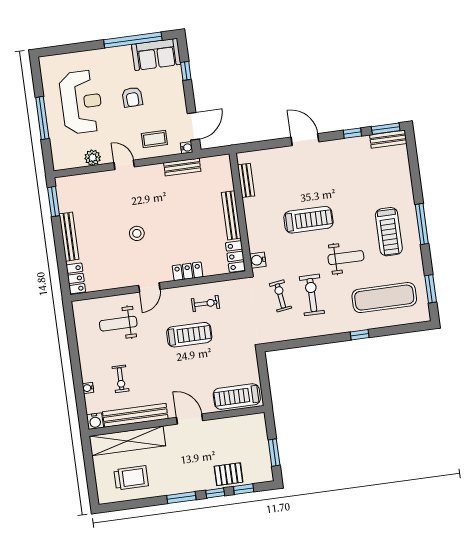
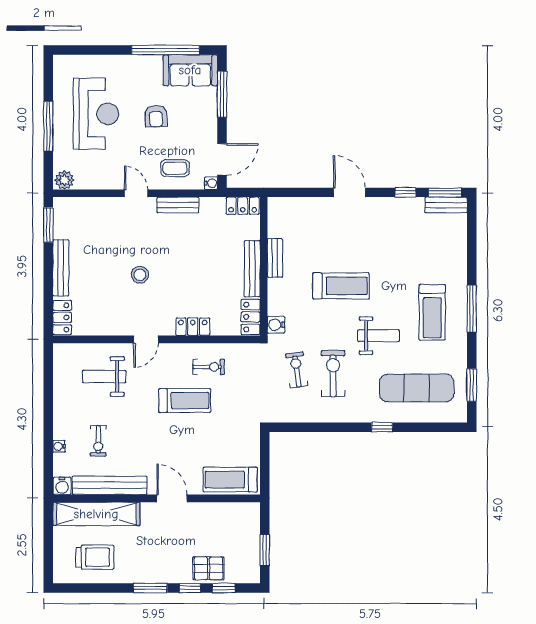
window: (186, 71) -> (222, 94), width x2.17
plant: (93, 158) -> (64, 180), moved
locker: (216, 163) -> (243, 206), added
bench: (182, 167) -> (178, 205), moved
bench: (246, 180) -> (275, 258), moved

